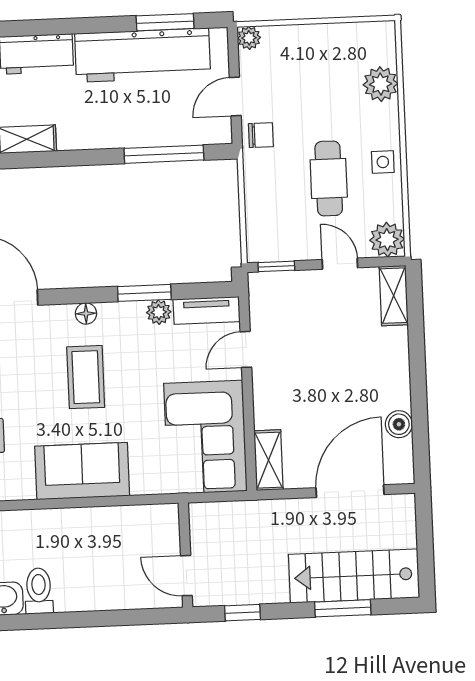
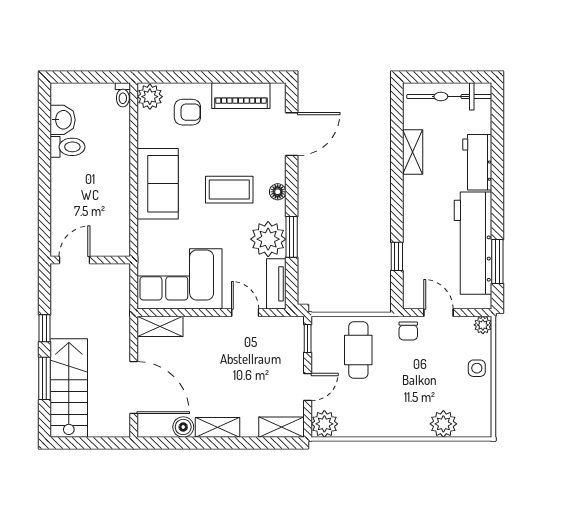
window: (164, 154) -> (397, 256), width x0.46
side table: (383, 162) -> (477, 368), moved
cafe table: (329, 178) -> (358, 350), moved, turned 90
plant: (159, 312) -> (268, 239), width x1.87, depth x1.87
shelving: (397, 379) -> (217, 427), added
window: (242, 613) -> (44, 328), moved

